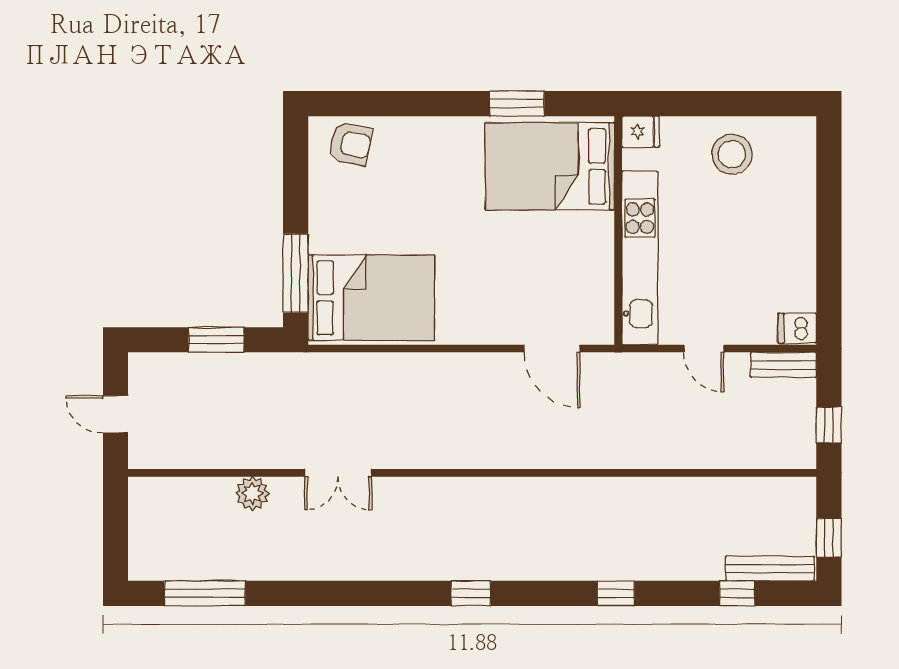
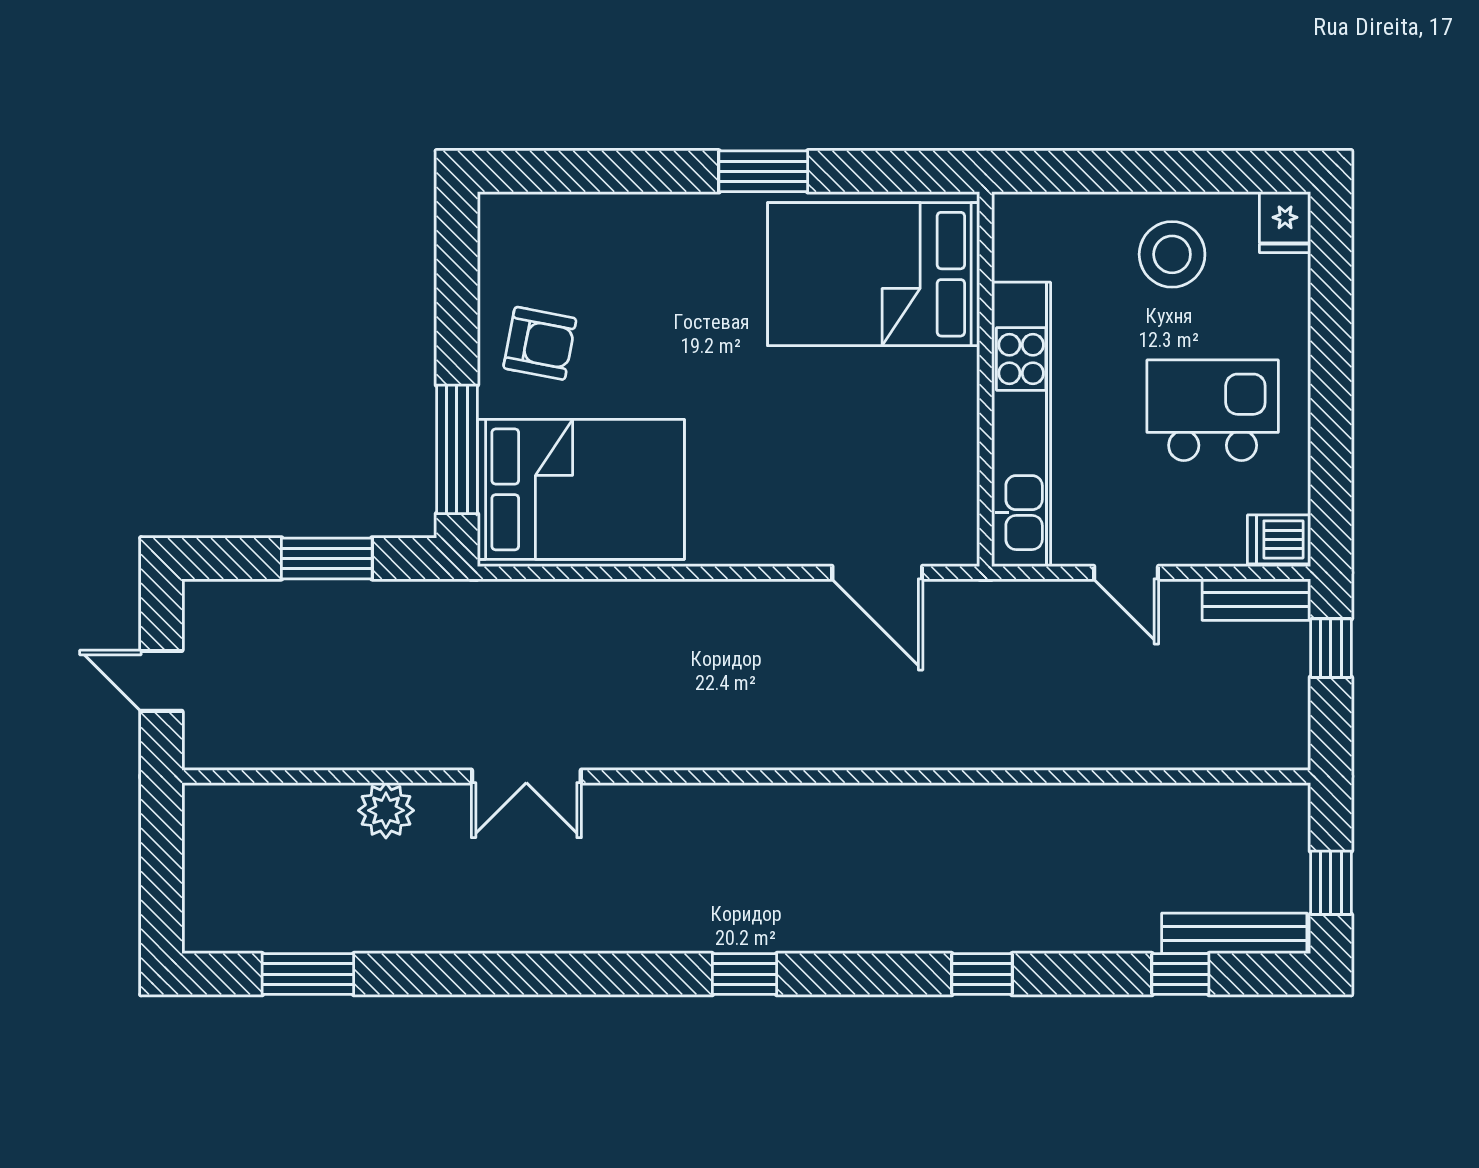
window: (517, 104) -> (763, 171), moved
fridge: (641, 132) -> (1285, 222), moved, turned 90
armchair: (350, 144) -> (540, 343), moved
kitchen island: (757, 249) -> (1213, 410), added
window: (829, 425) -> (1331, 648), moved
window: (205, 593) -> (308, 974), width x0.69

